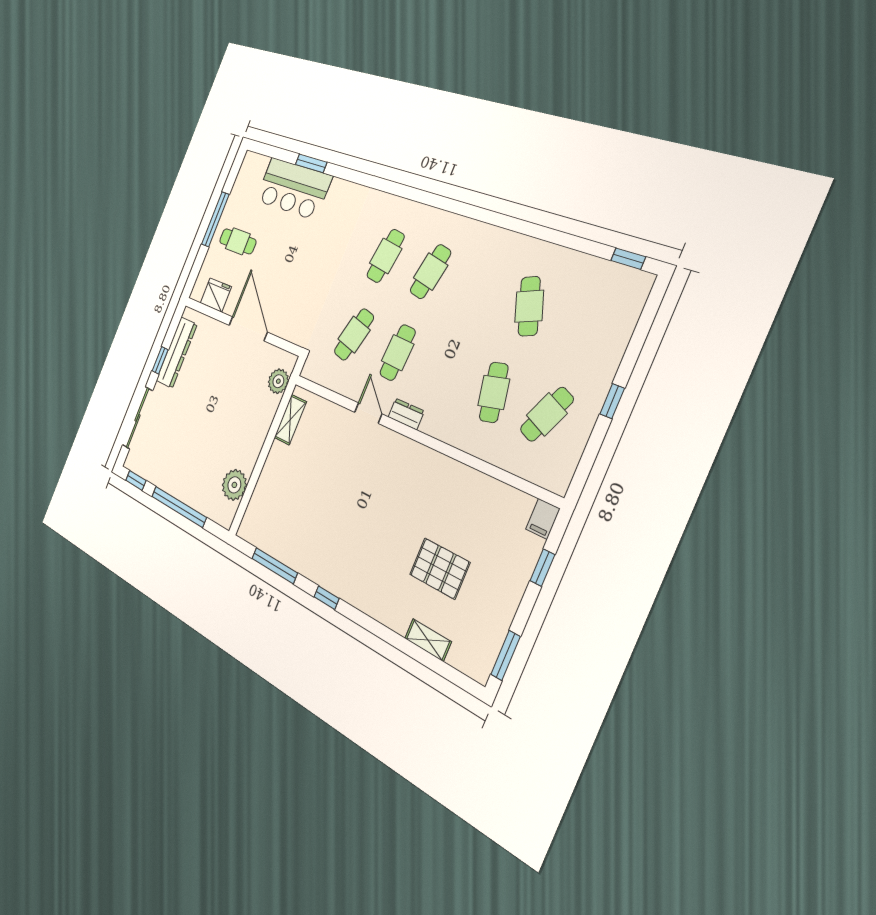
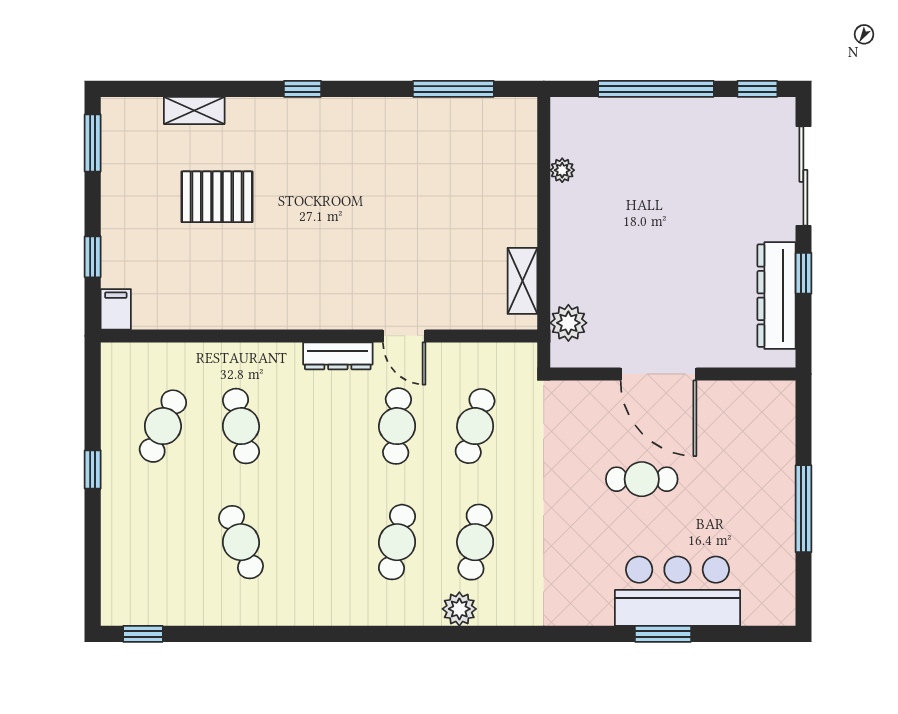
plant: (413, 213) -> (459, 609), added
cafe table: (238, 241) -> (642, 479), moved
fridge: (216, 295) -> (744, 401), removed
dresser: (406, 414) -> (338, 356), width x1.44
plant: (234, 485) -> (562, 170), width x0.53, depth x0.53
window: (327, 598) -> (303, 89), moved

